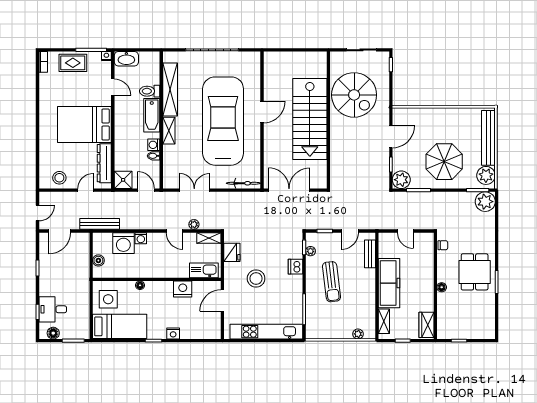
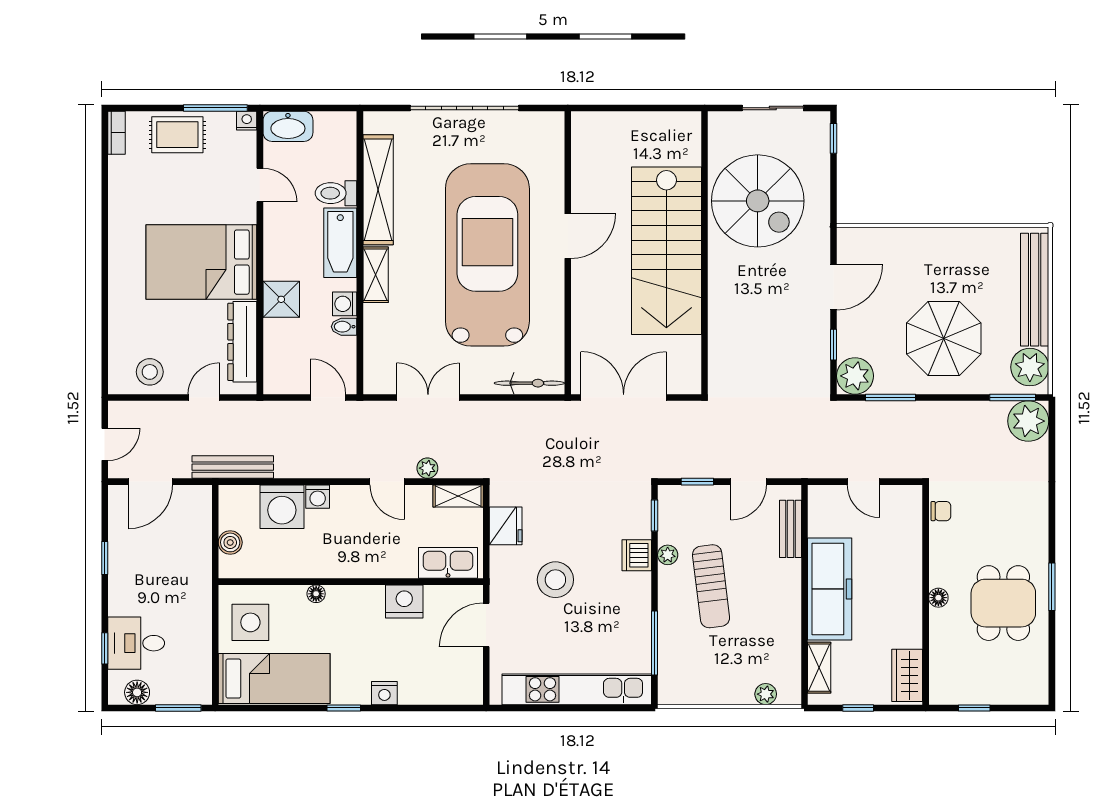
shower: (123, 180) -> (281, 299), moved
plant: (310, 251) -> (668, 555), moved
dining table: (475, 272) -> (1003, 603), moved

